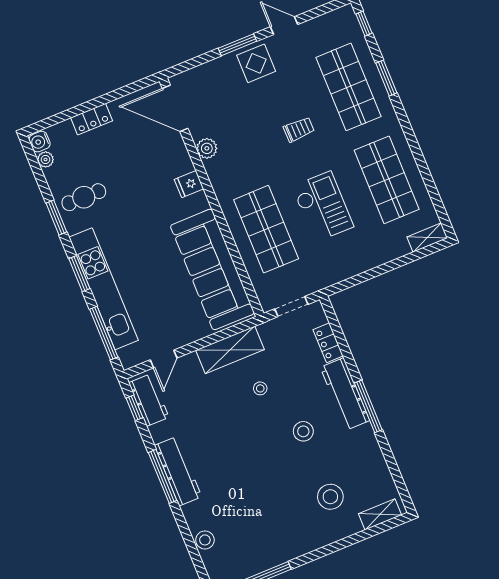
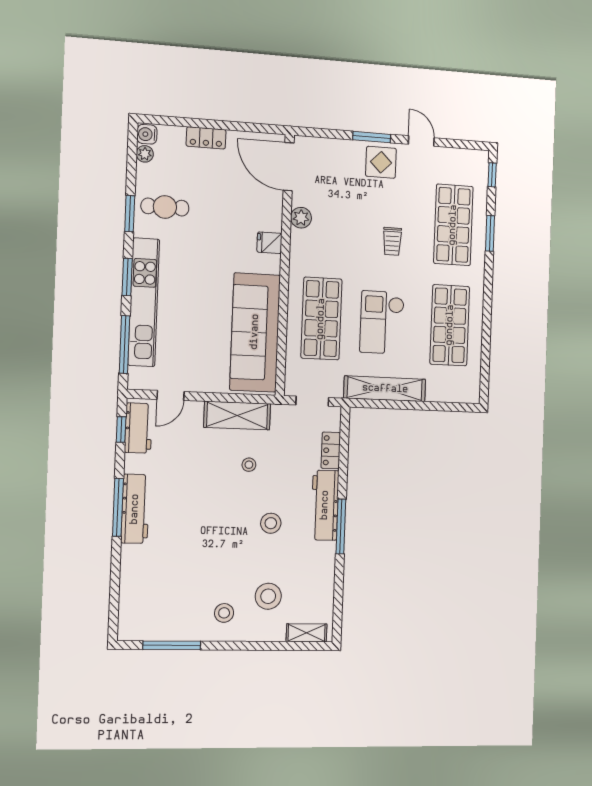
trolley: (299, 129) -> (392, 241), turned 91
checkout: (323, 207) -> (382, 322), turned 180
shelving: (427, 237) -> (385, 389), moved, width x2.20, depth x1.33
stool: (205, 540) -> (224, 613), moved

